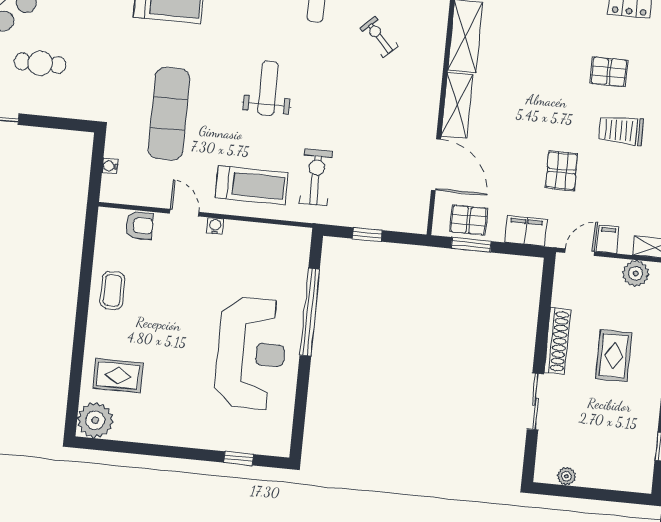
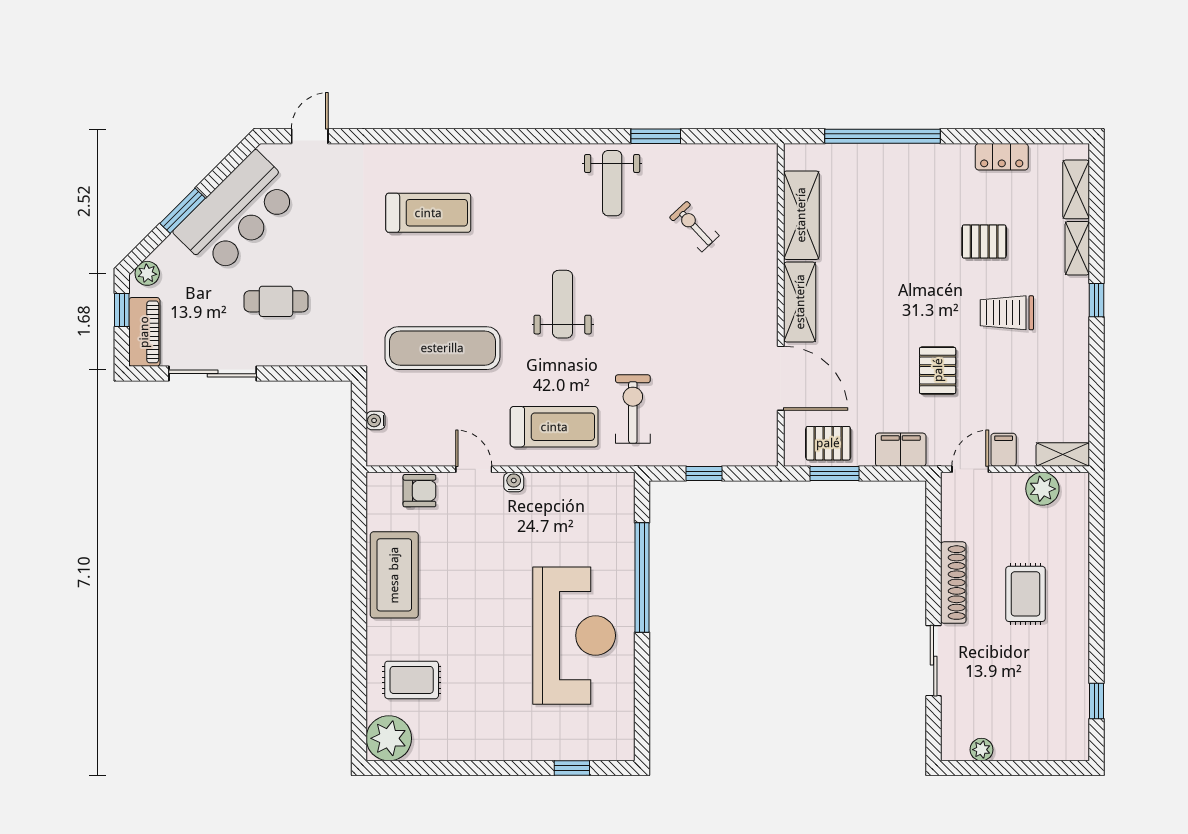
exercise mat: (169, 114) -> (442, 348), turned 90
coffee table: (113, 290) -> (394, 575), width x1.86, depth x1.72

